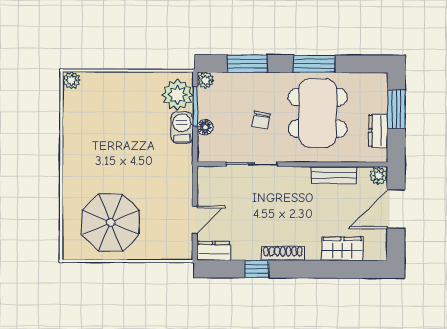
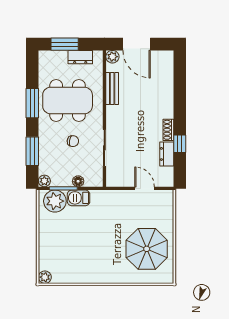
wardrobe: (342, 249) -> (165, 83), removed
dresser: (214, 251) -> (167, 154), moved
shoe rack: (283, 253) -> (168, 130), width x0.70

